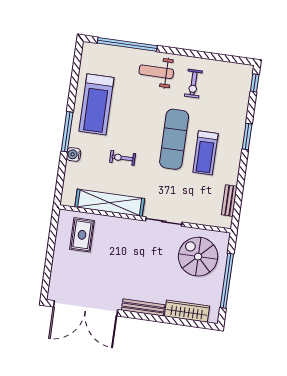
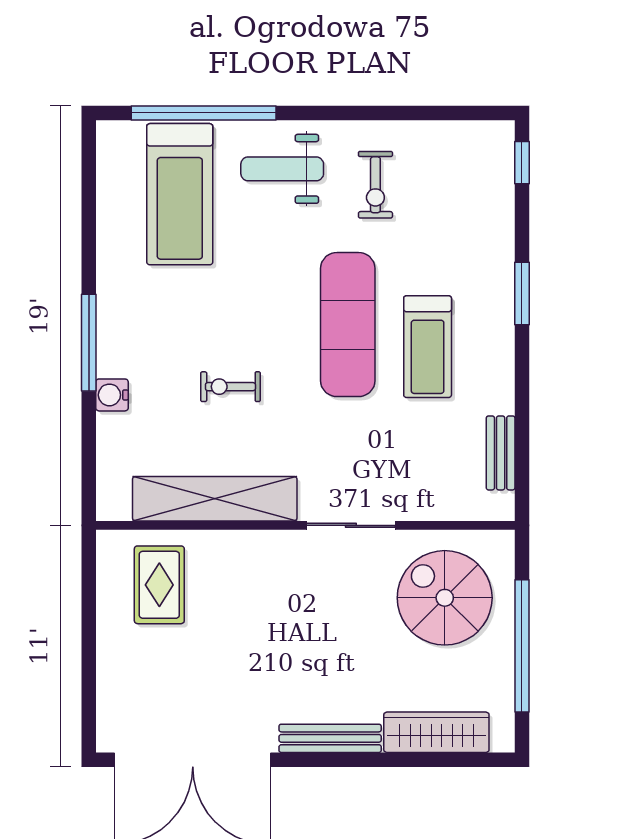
treadmill: (96, 104) -> (180, 194), moved

